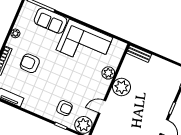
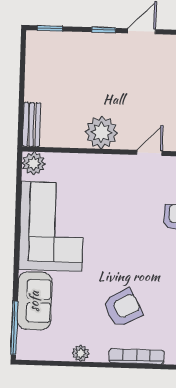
armchair: (30, 63) -> (123, 308), turned -118
plant: (108, 73) -> (34, 163), moved
door: (102, 107) -> (149, 153), swing flipped

